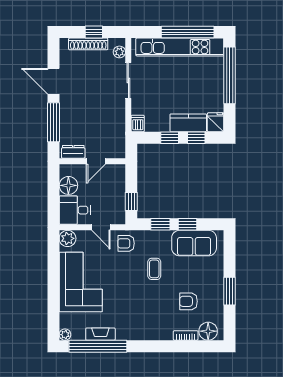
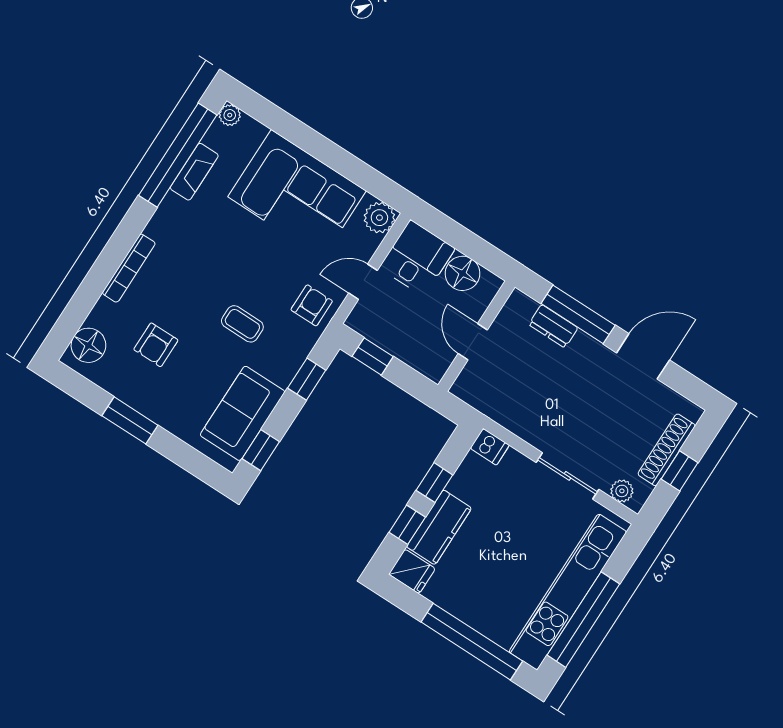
dresser: (73, 152) -> (553, 326), moved, turned 90
window: (188, 224) -> (261, 450), moved
armchair: (188, 301) -> (156, 345), turned 180
bookcase: (186, 335) -> (129, 268), moved, width x1.56

